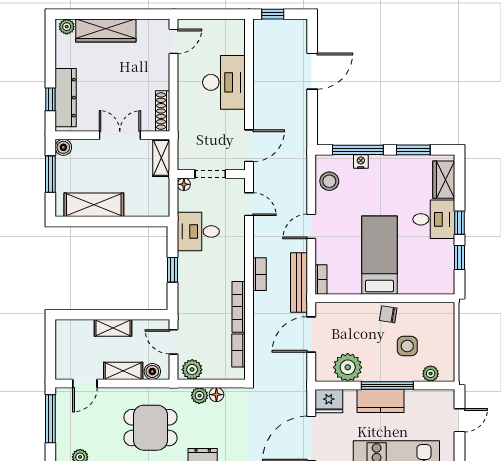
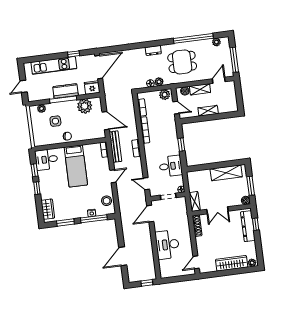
desk: (434, 219) -> (47, 159), moved
door: (311, 334) -> (106, 121), hinge flipped

